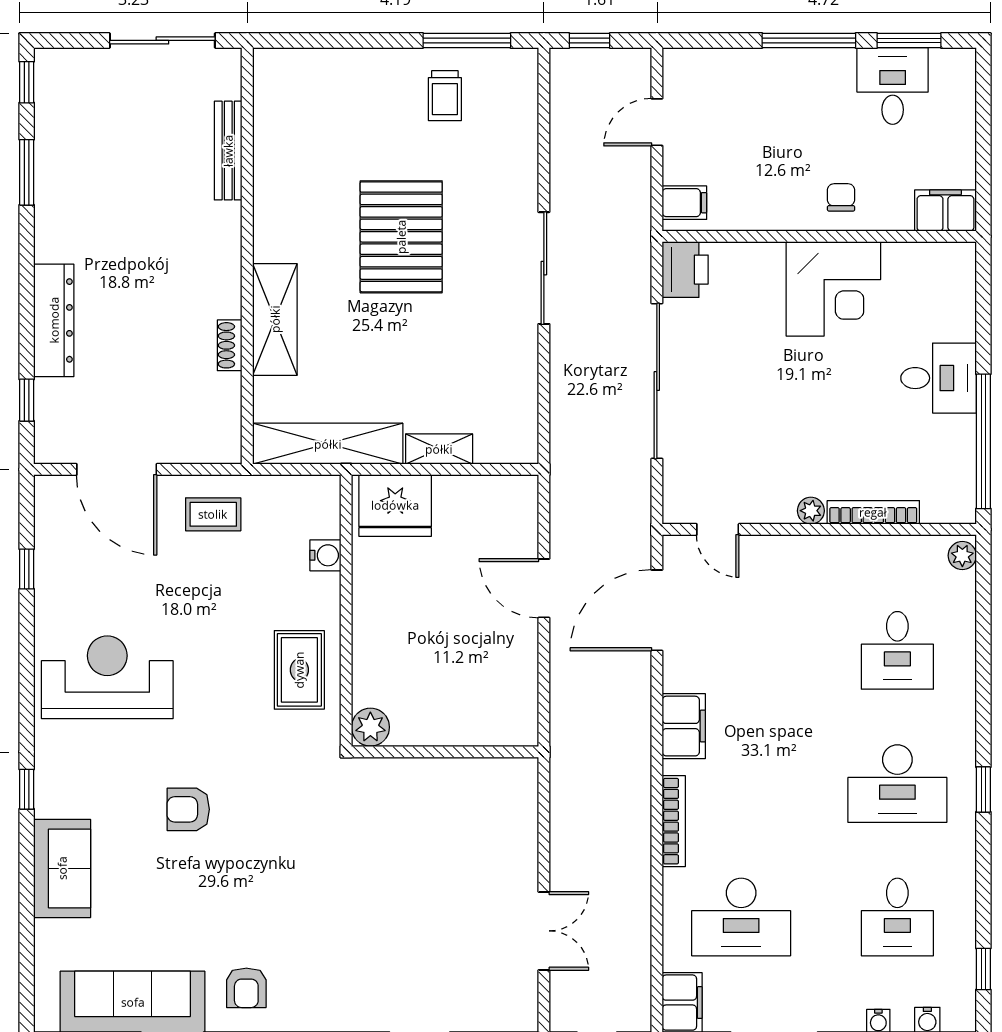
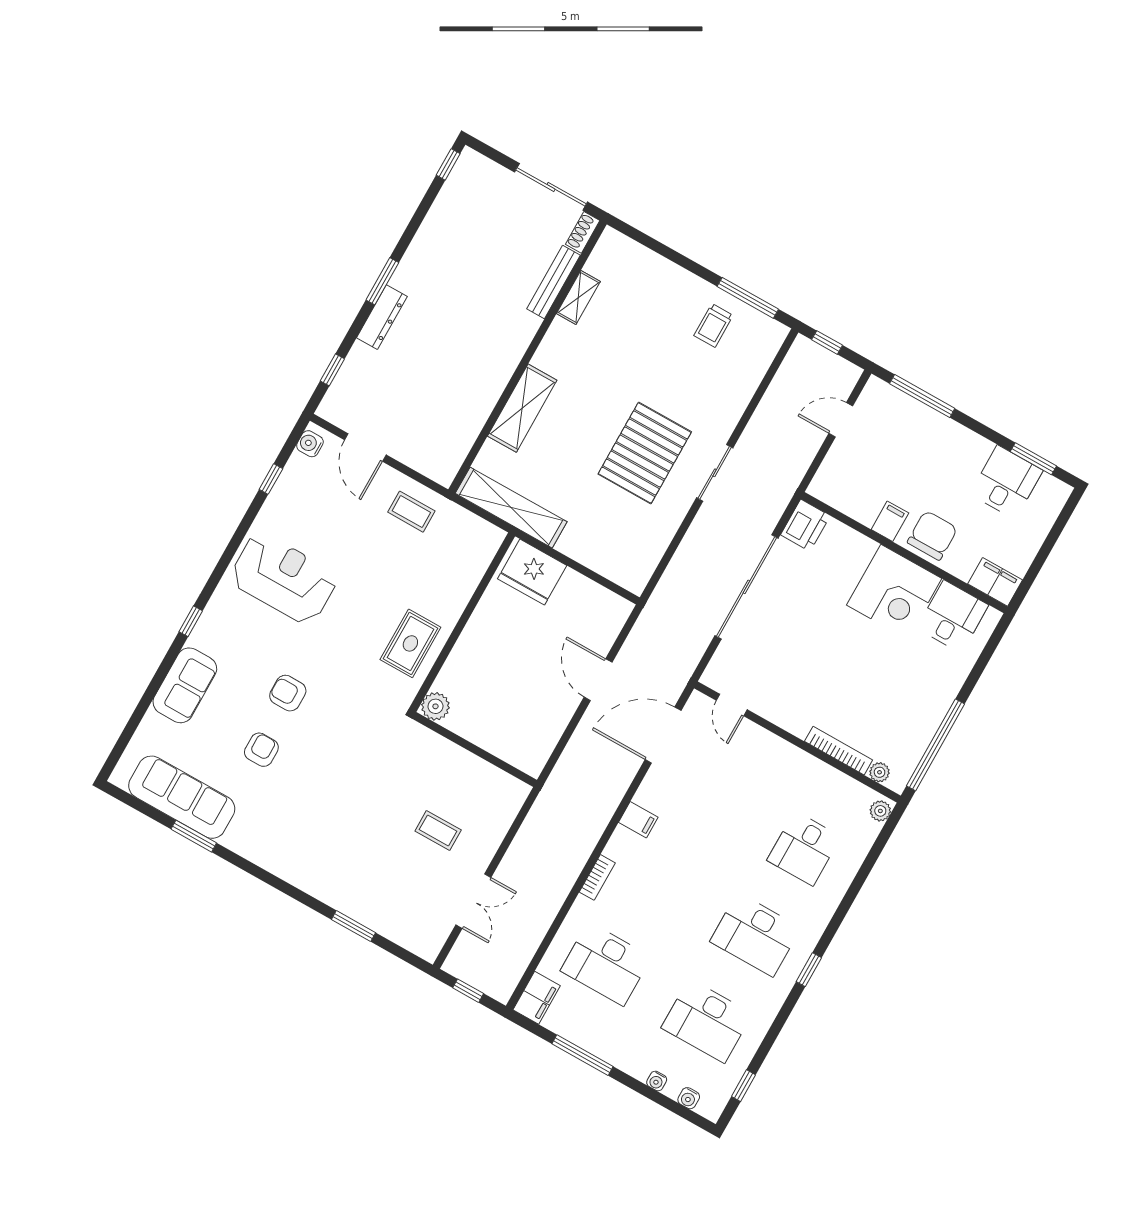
window: (809, 40) -> (922, 396), moved
window: (27, 172) -> (382, 281), moved
chair: (841, 197) -> (932, 535), width x1.87, depth x1.87
filing cabinet: (684, 203) -> (890, 521), moved, turned -90
pallet: (401, 237) -> (645, 453), moved
sliding door: (544, 268) -> (715, 473), width x0.73
dresser: (54, 320) -> (382, 317), width x0.73, depth x0.80
shoe rack: (230, 345) -> (583, 232), moved
desk: (939, 378) -> (953, 617), moved, turned -90
shelving: (439, 449) -> (578, 297), moved, turned 90
door: (117, 469) -> (365, 447), width x0.73
plant: (811, 511) -> (880, 772), moved
water cooler: (325, 555) -> (310, 444), moved, turned 180
filing cabinet: (684, 726) -> (638, 820), width x0.50
bookcase: (674, 821) -> (597, 877), width x0.64
coffee table: (456, 871) -> (438, 830), added
desk: (897, 917) -> (707, 1021), width x1.37
armchair: (246, 988) -> (261, 750), moved, turned 180

